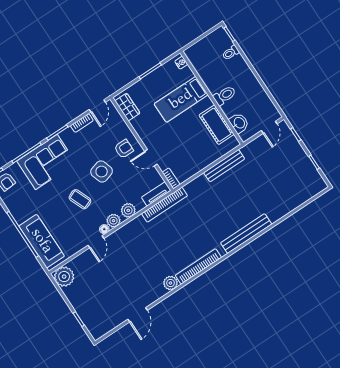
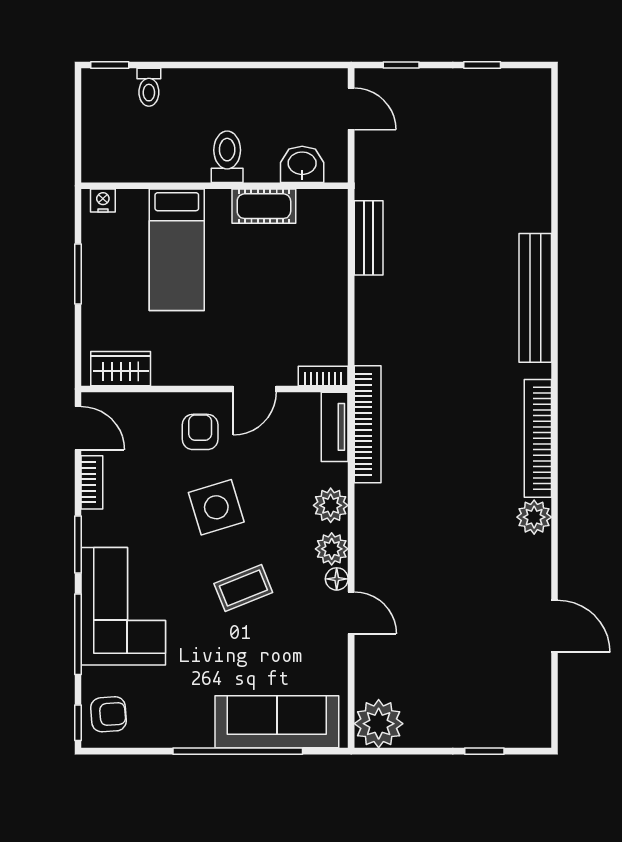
cot: (217, 125) -> (264, 206), width x0.73, depth x0.75
bench: (224, 166) -> (369, 238), width x0.73

